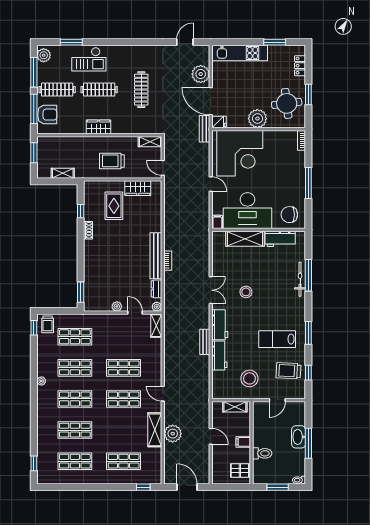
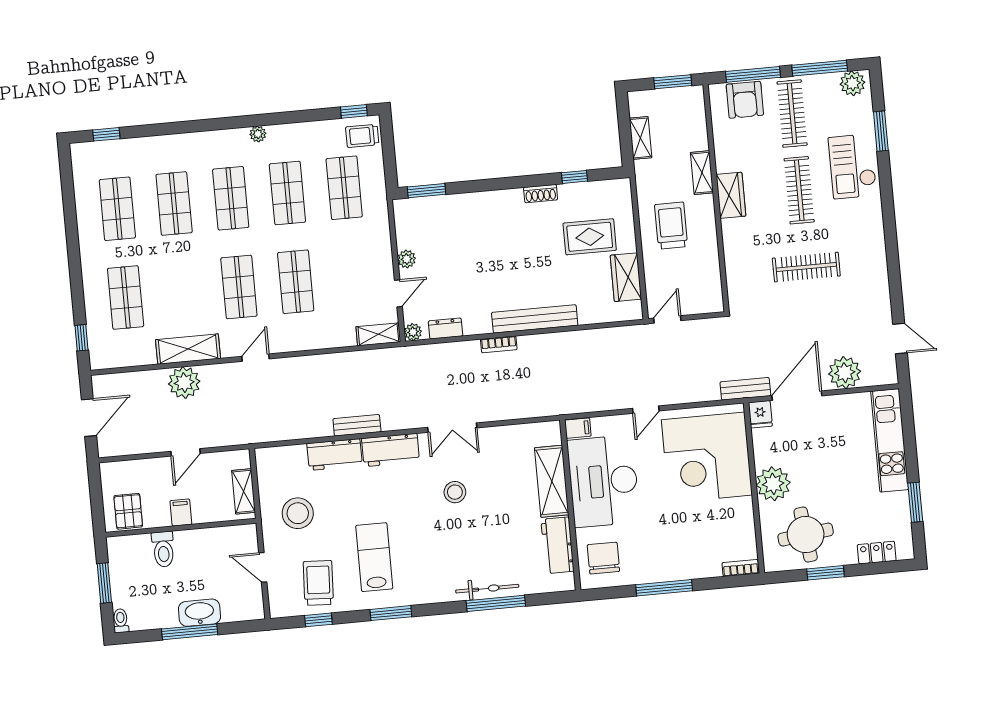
shelving: (150, 142) -> (702, 173), moved
bench: (156, 256) -> (535, 319), moved

